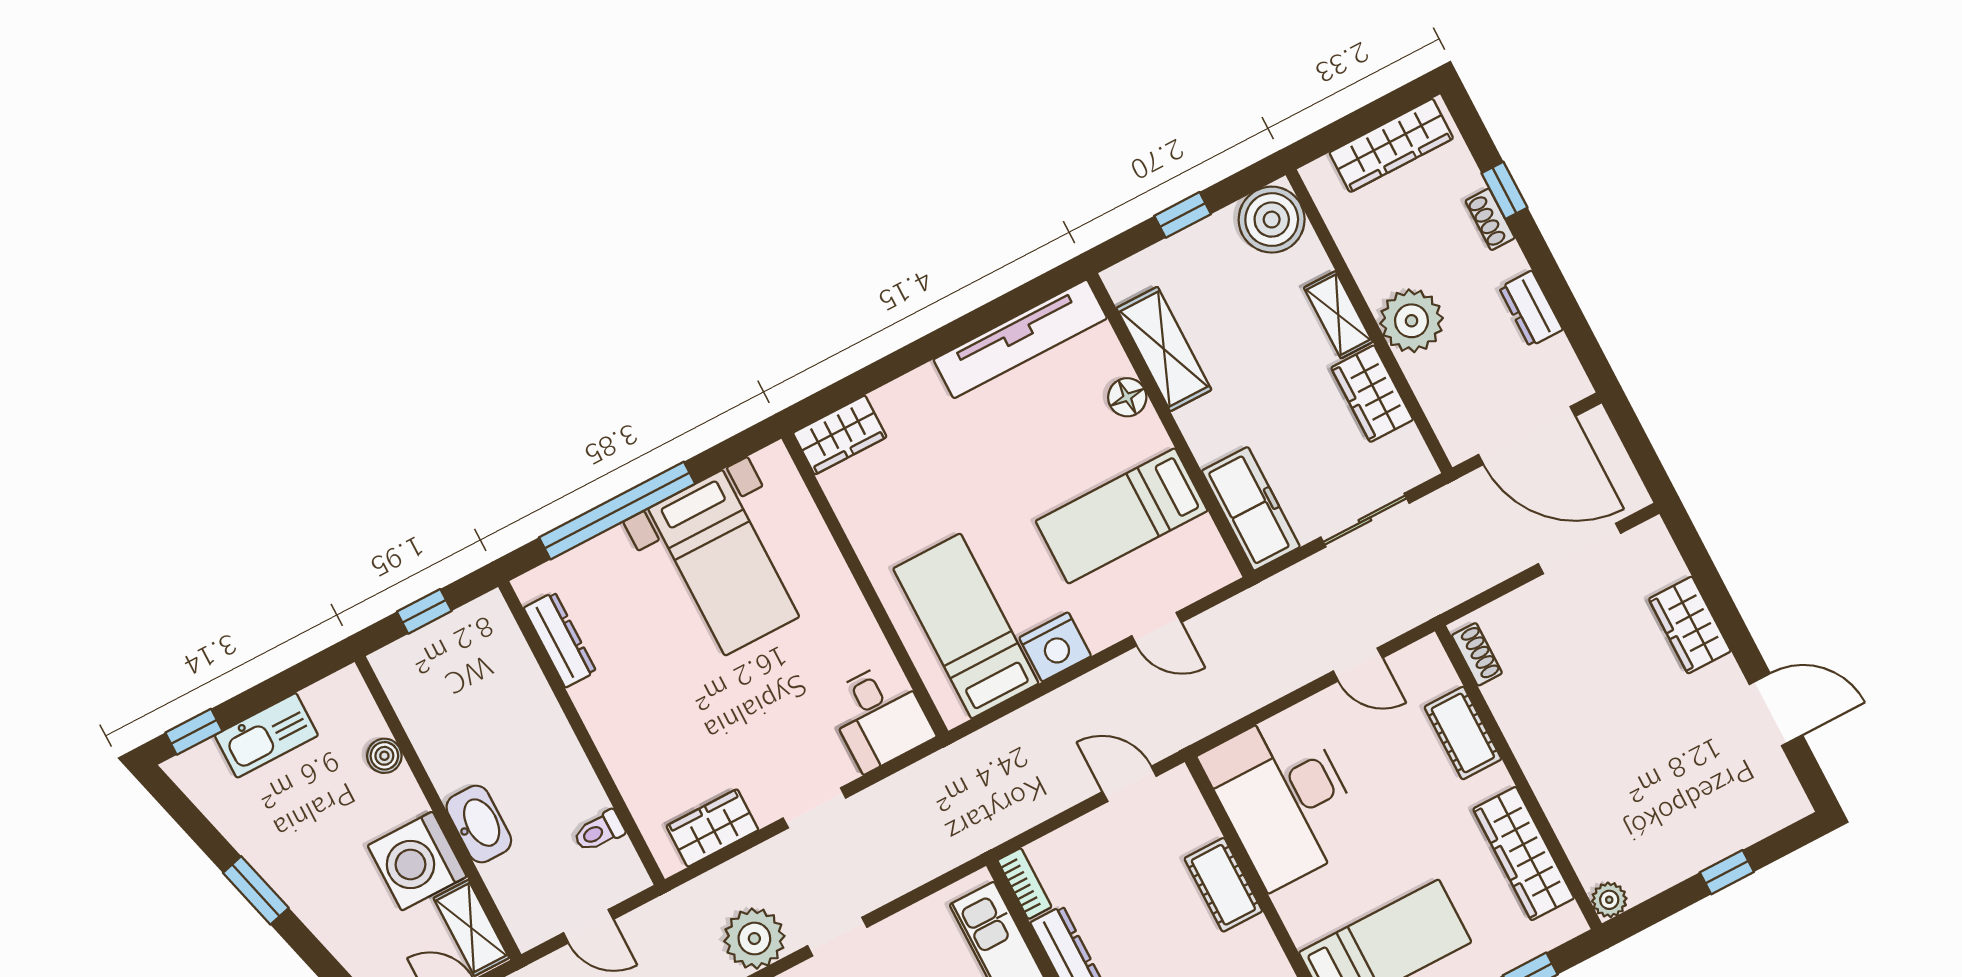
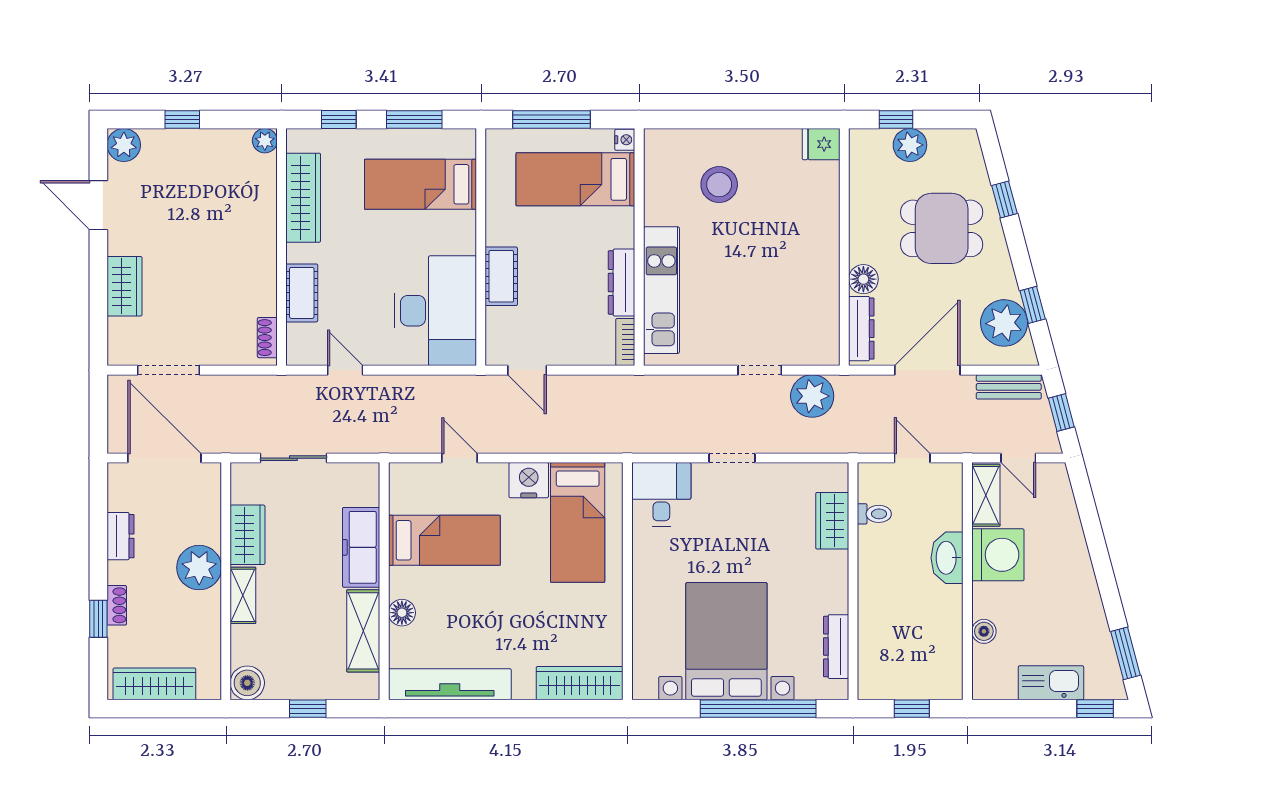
boiler: (1272, 220) -> (247, 683), width x0.73, depth x0.73
wardrobe: (840, 435) -> (580, 683), width x1.50
freezer: (1251, 509) -> (361, 547), moved
bed with nightstands: (724, 563) -> (726, 641), width x1.36
plant: (1783, 802) -> (124, 145), added
wardrobe: (712, 828) -> (832, 521), moved, turned 90
window: (256, 890) -> (1125, 653), moved

